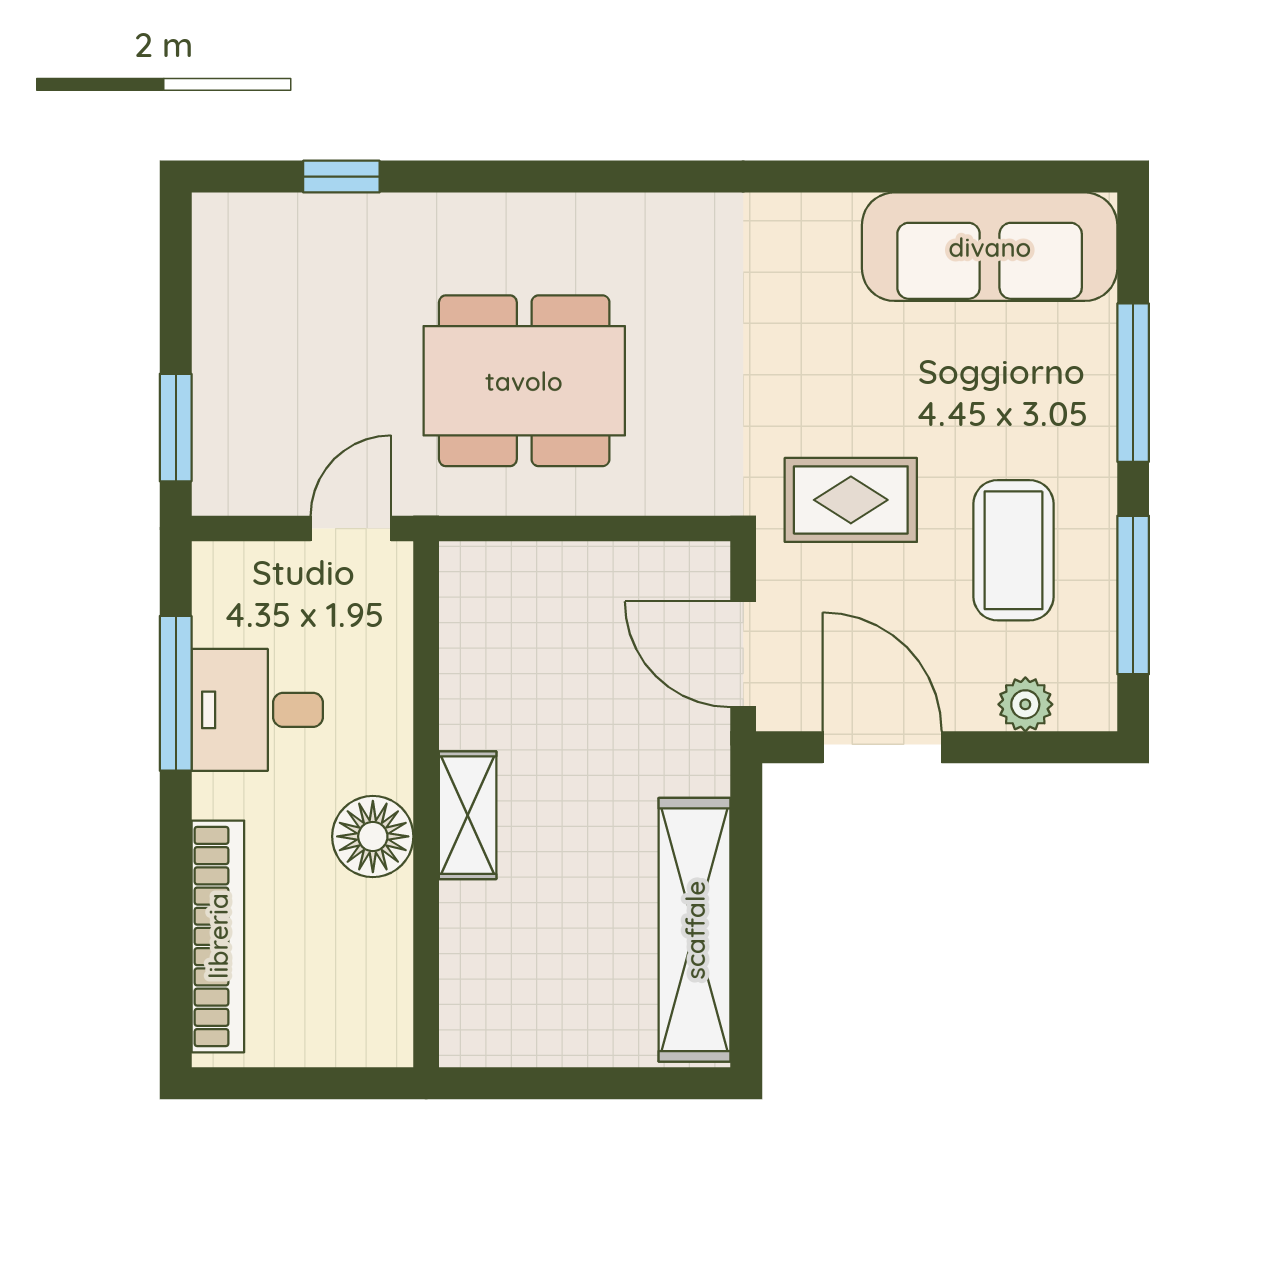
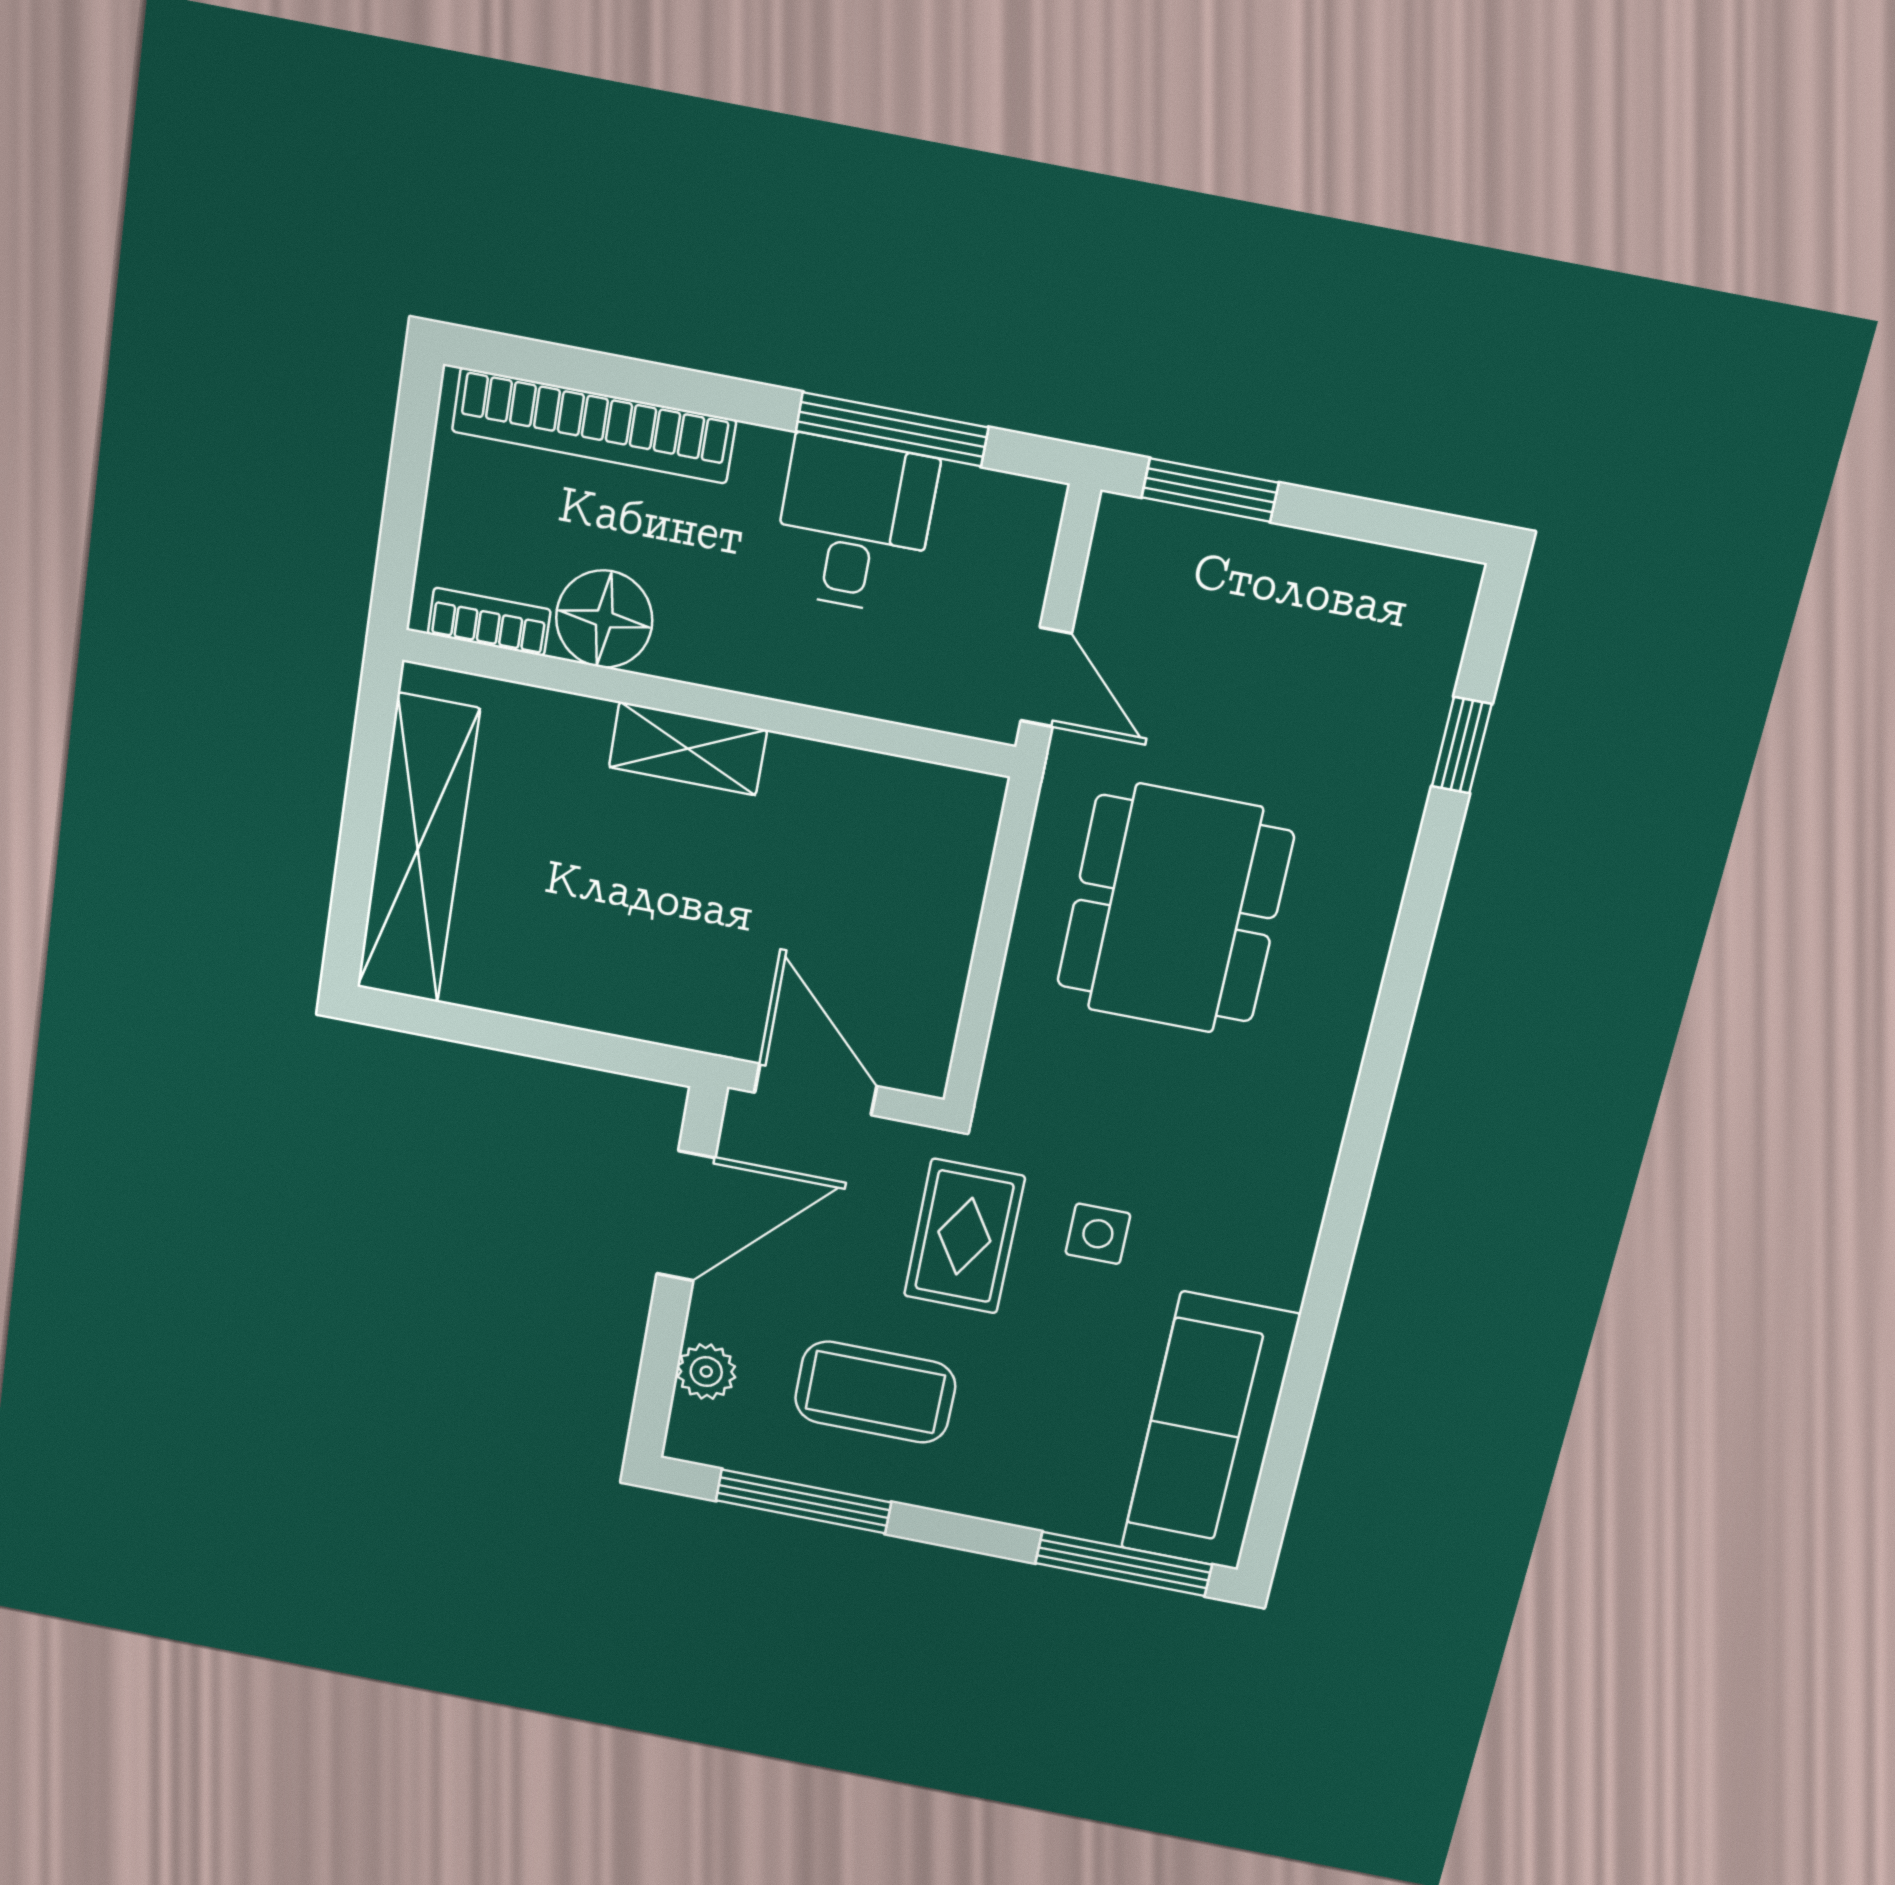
window: (1133, 383) -> (1124, 1564), moved
side table: (825, 384) -> (1098, 1234), added
door: (743, 654) -> (816, 1089), hinge flipped
floor lamp: (373, 836) -> (604, 619), moved
shelving: (695, 930) -> (418, 849), moved, turned 90
bookcase: (393, 999) -> (489, 622), added

